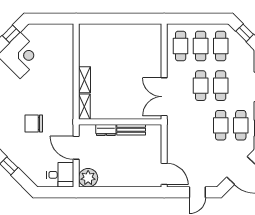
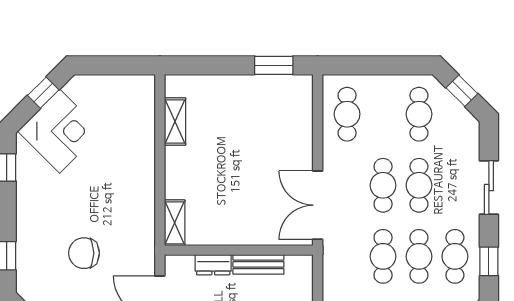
window: (140, 19) -> (274, 65), added
cafe table: (201, 46) -> (383, 256), moved
shelving: (85, 80) -> (175, 121), moved

